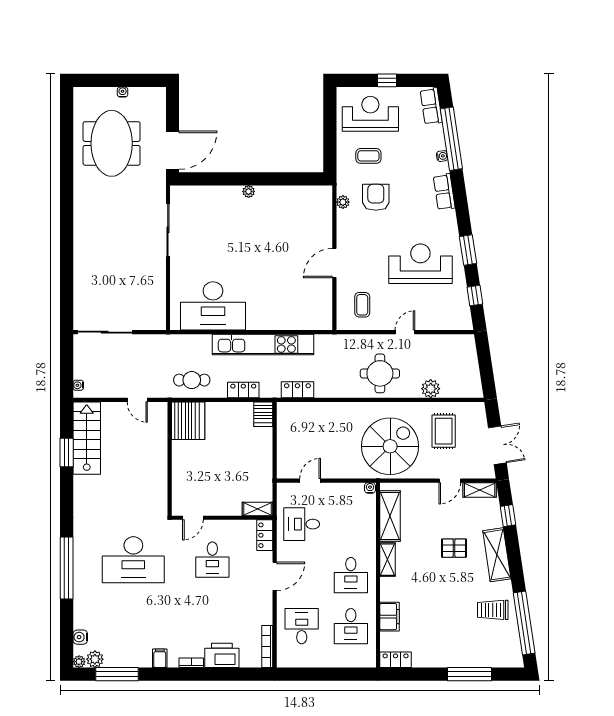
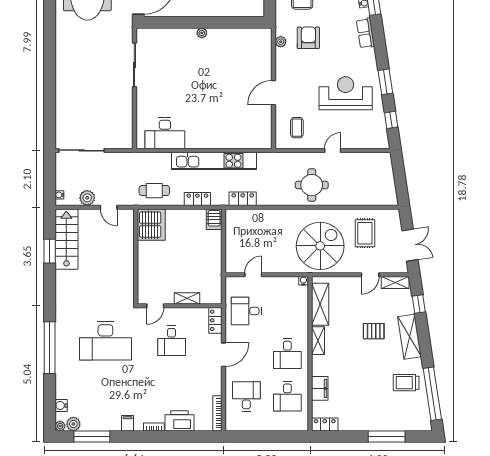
desk: (213, 306) -> (165, 133), width x0.73, depth x0.77
plant: (431, 389) -> (87, 198), moved
shelving: (258, 509) -> (187, 298), moved

